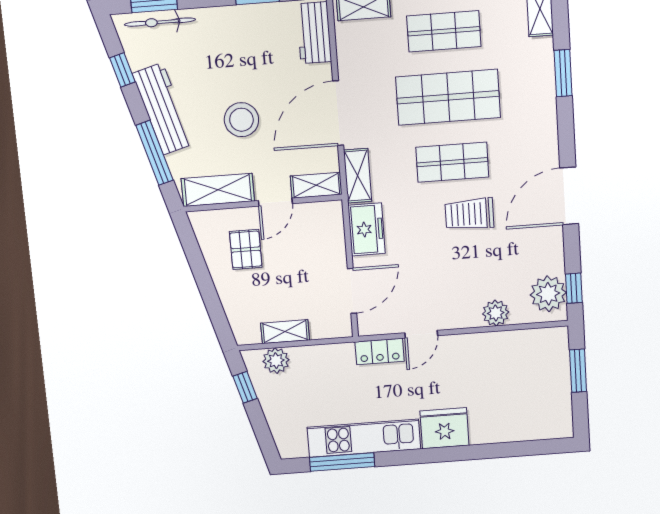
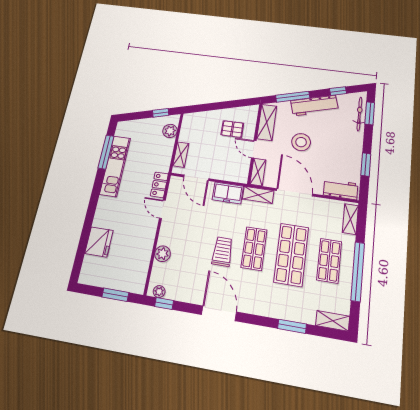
plant: (548, 294) -> (159, 292), width x0.53, depth x0.53
shelving: (285, 332) -> (181, 155), moved
fridge: (444, 428) -> (99, 242), moved

